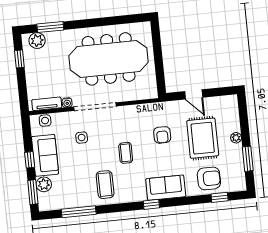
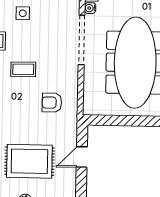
armchair: (162, 135) -> (52, 103), moved
side table: (82, 138) -> (23, 13), moved

